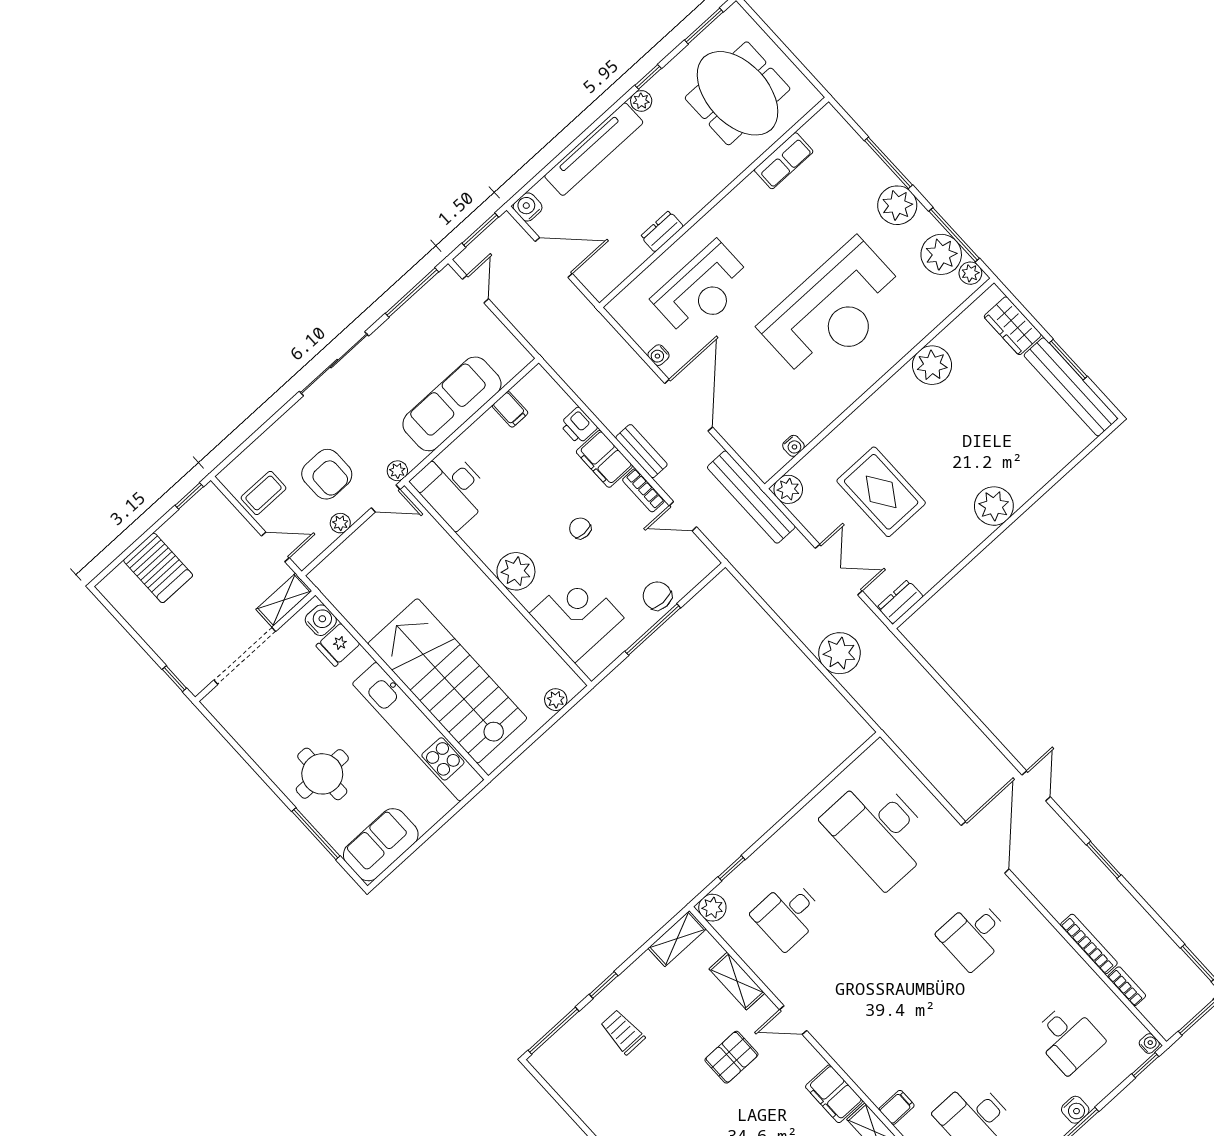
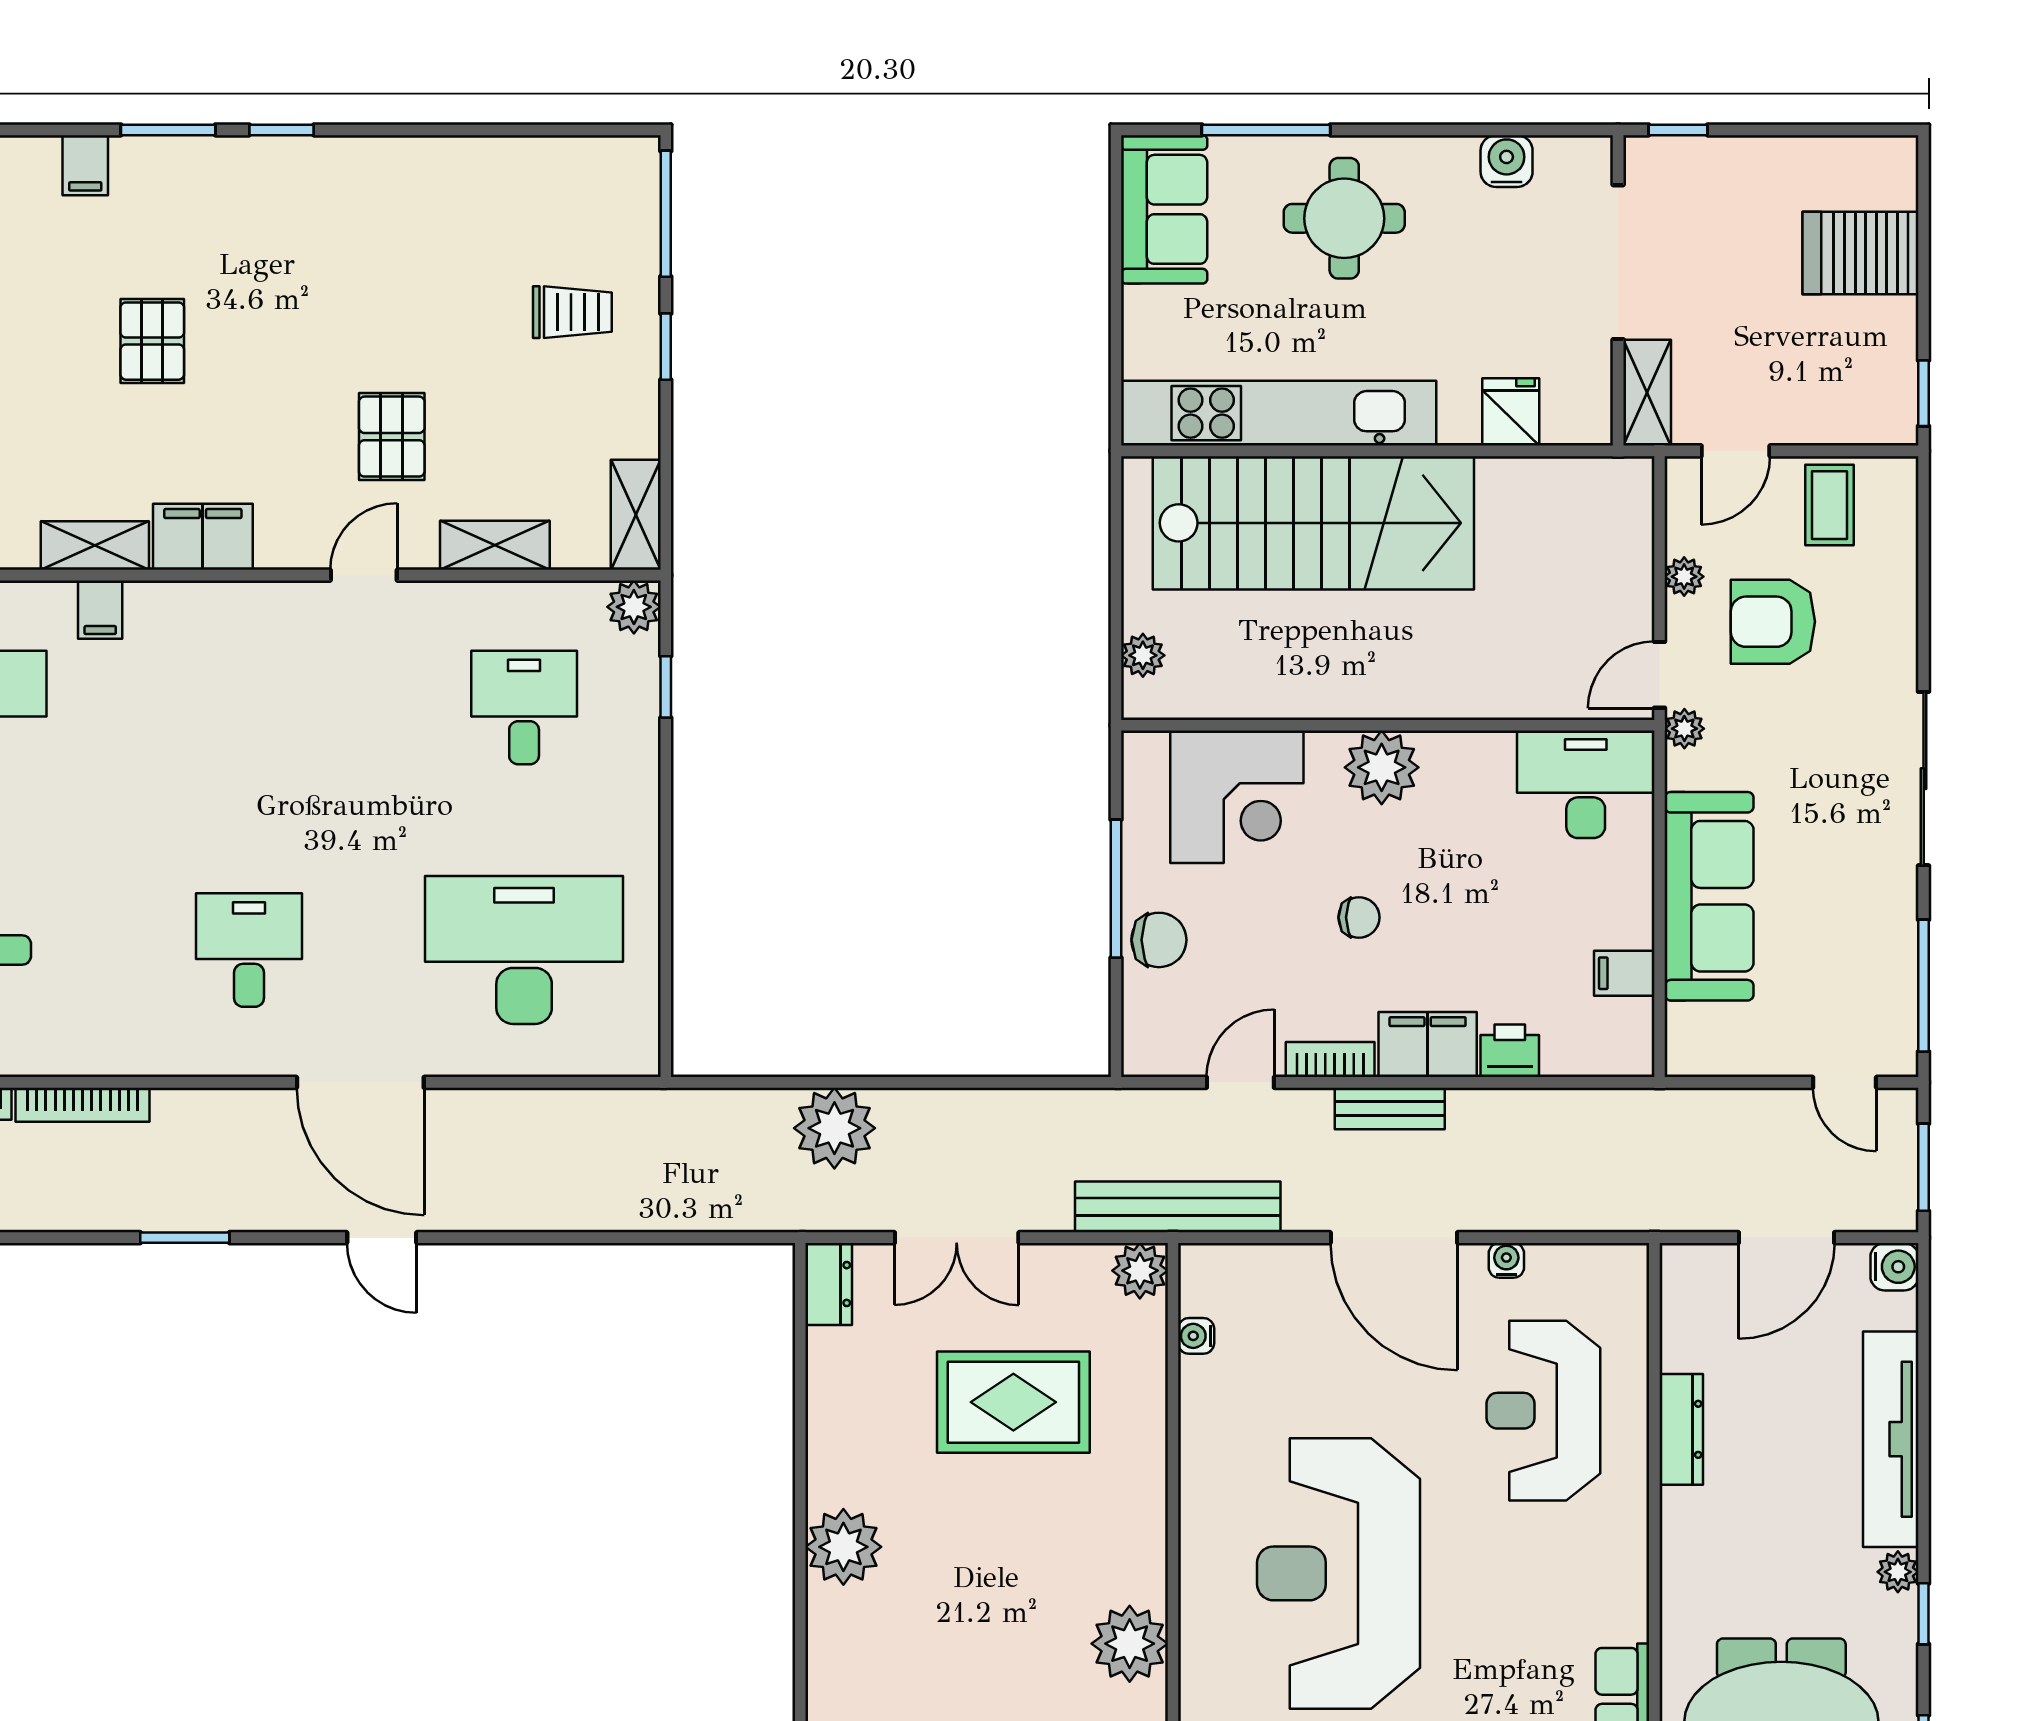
dresser: (662, 231) -> (1681, 1429), width x1.44
water cooler: (321, 620) -> (1507, 161), moved, turned 180

